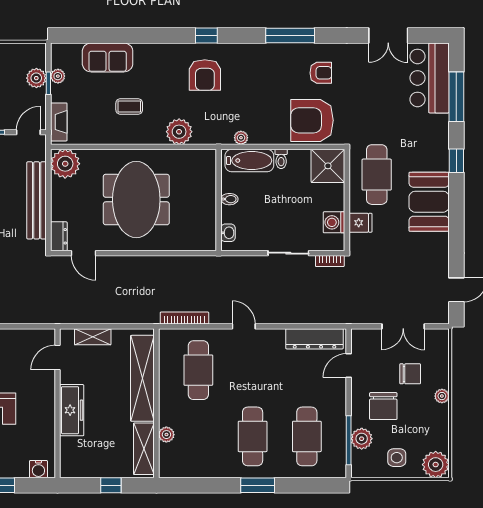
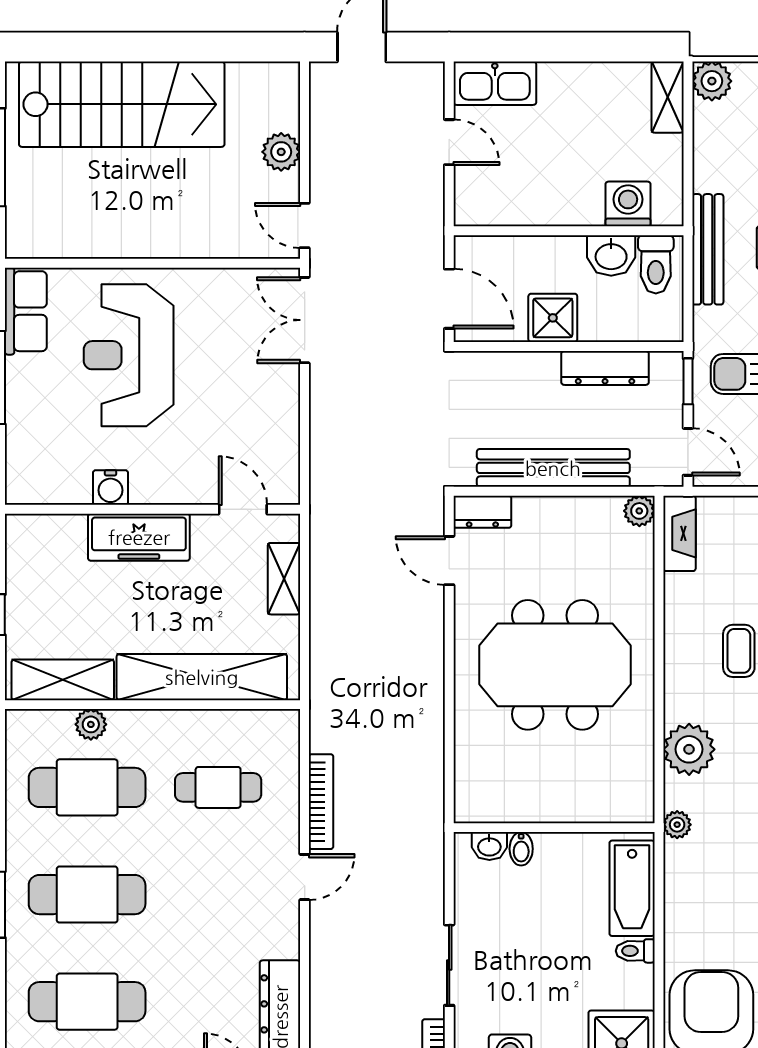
fireplace: (59, 122) -> (679, 533), moved, turned -90
plant: (241, 138) -> (677, 825), moved
plant: (65, 164) -> (639, 511), width x0.53, depth x0.53
bidet: (229, 199) -> (521, 849), moved
door: (83, 253) -> (449, 561), hinge flipped
bookcase: (184, 318) -> (321, 802), moved
cafe table: (198, 370) -> (218, 787), width x0.73, depth x0.74
cafe table: (198, 436) -> (87, 787), added
water cooler: (38, 469) -> (111, 488), moved, turned -90

